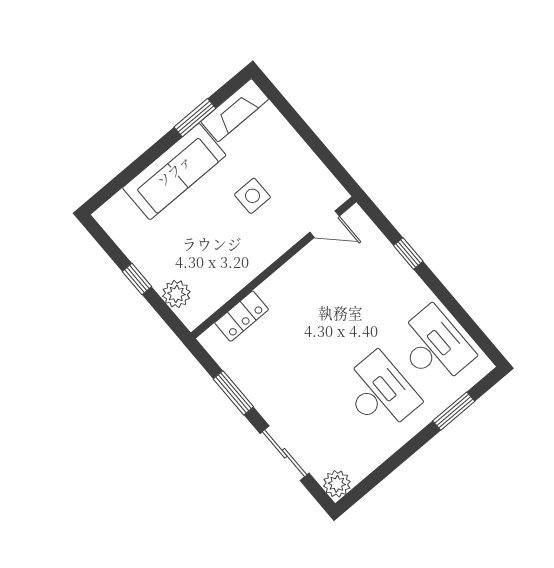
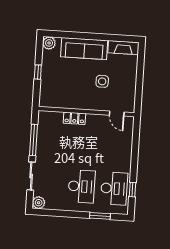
window: (195, 118) -> (108, 37), removed
window: (408, 253) -> (132, 190), moved
plant: (176, 294) -> (49, 43), moved
locker: (242, 316) -> (74, 118), moved
window: (233, 393) -> (33, 140), width x1.44

